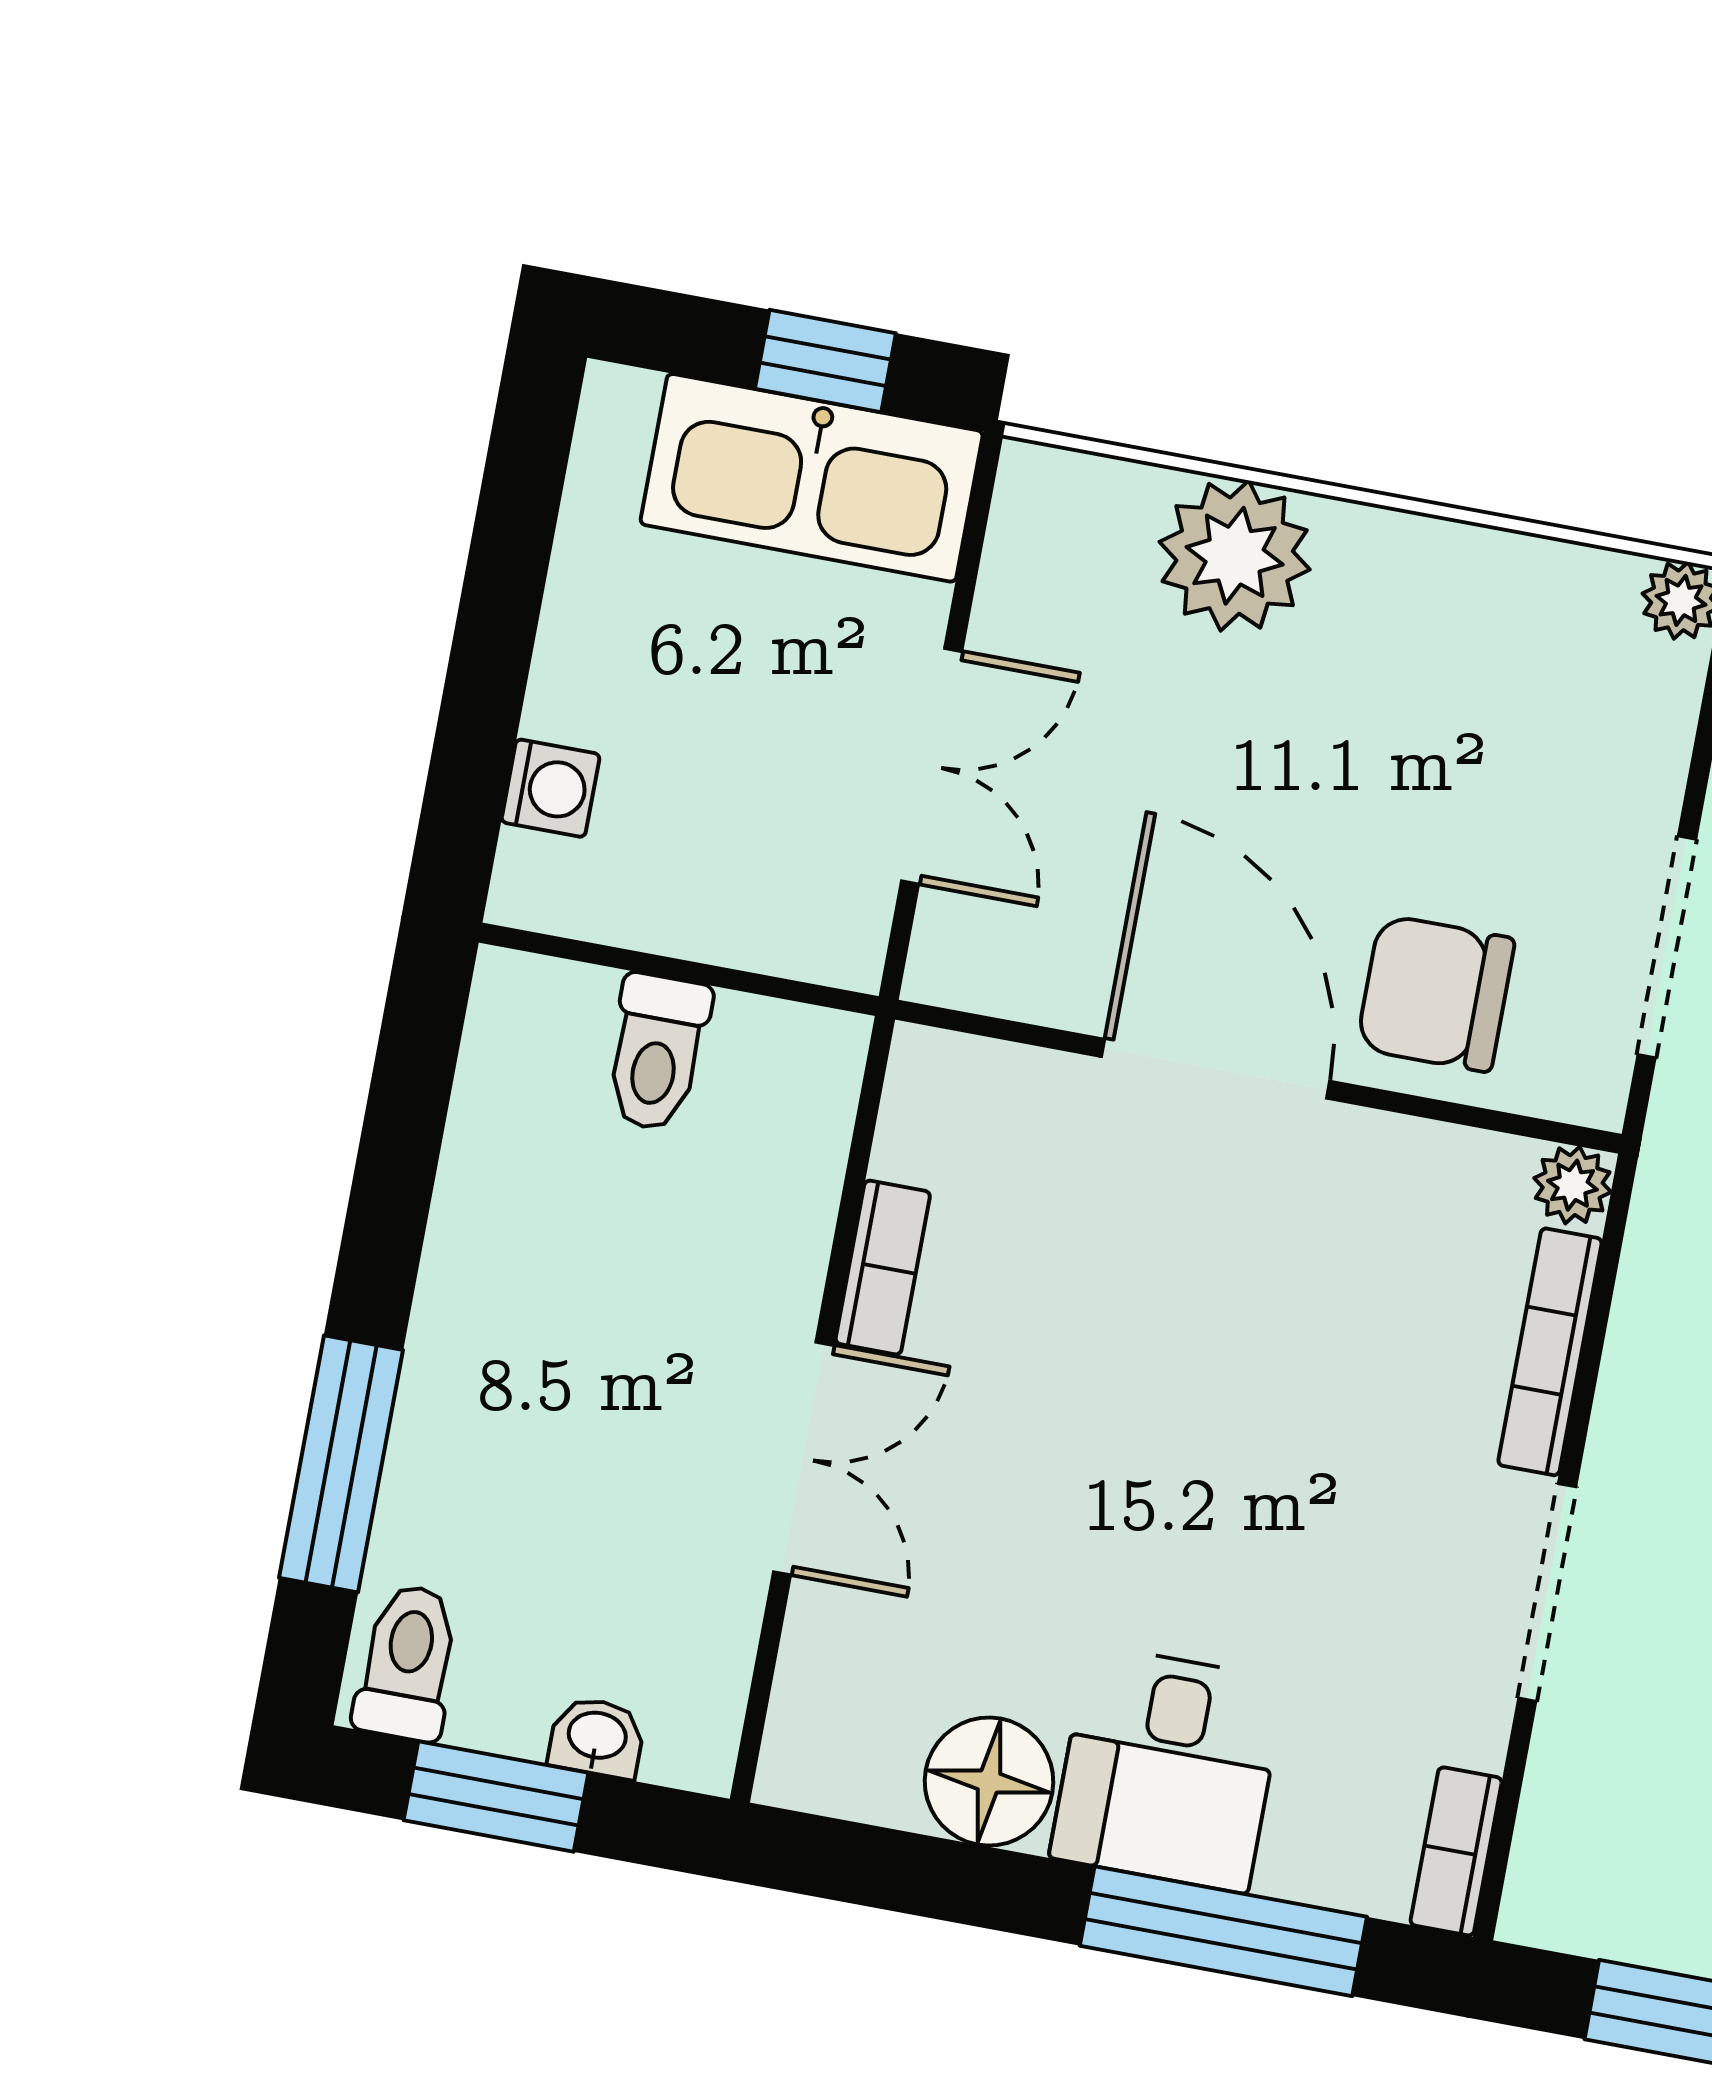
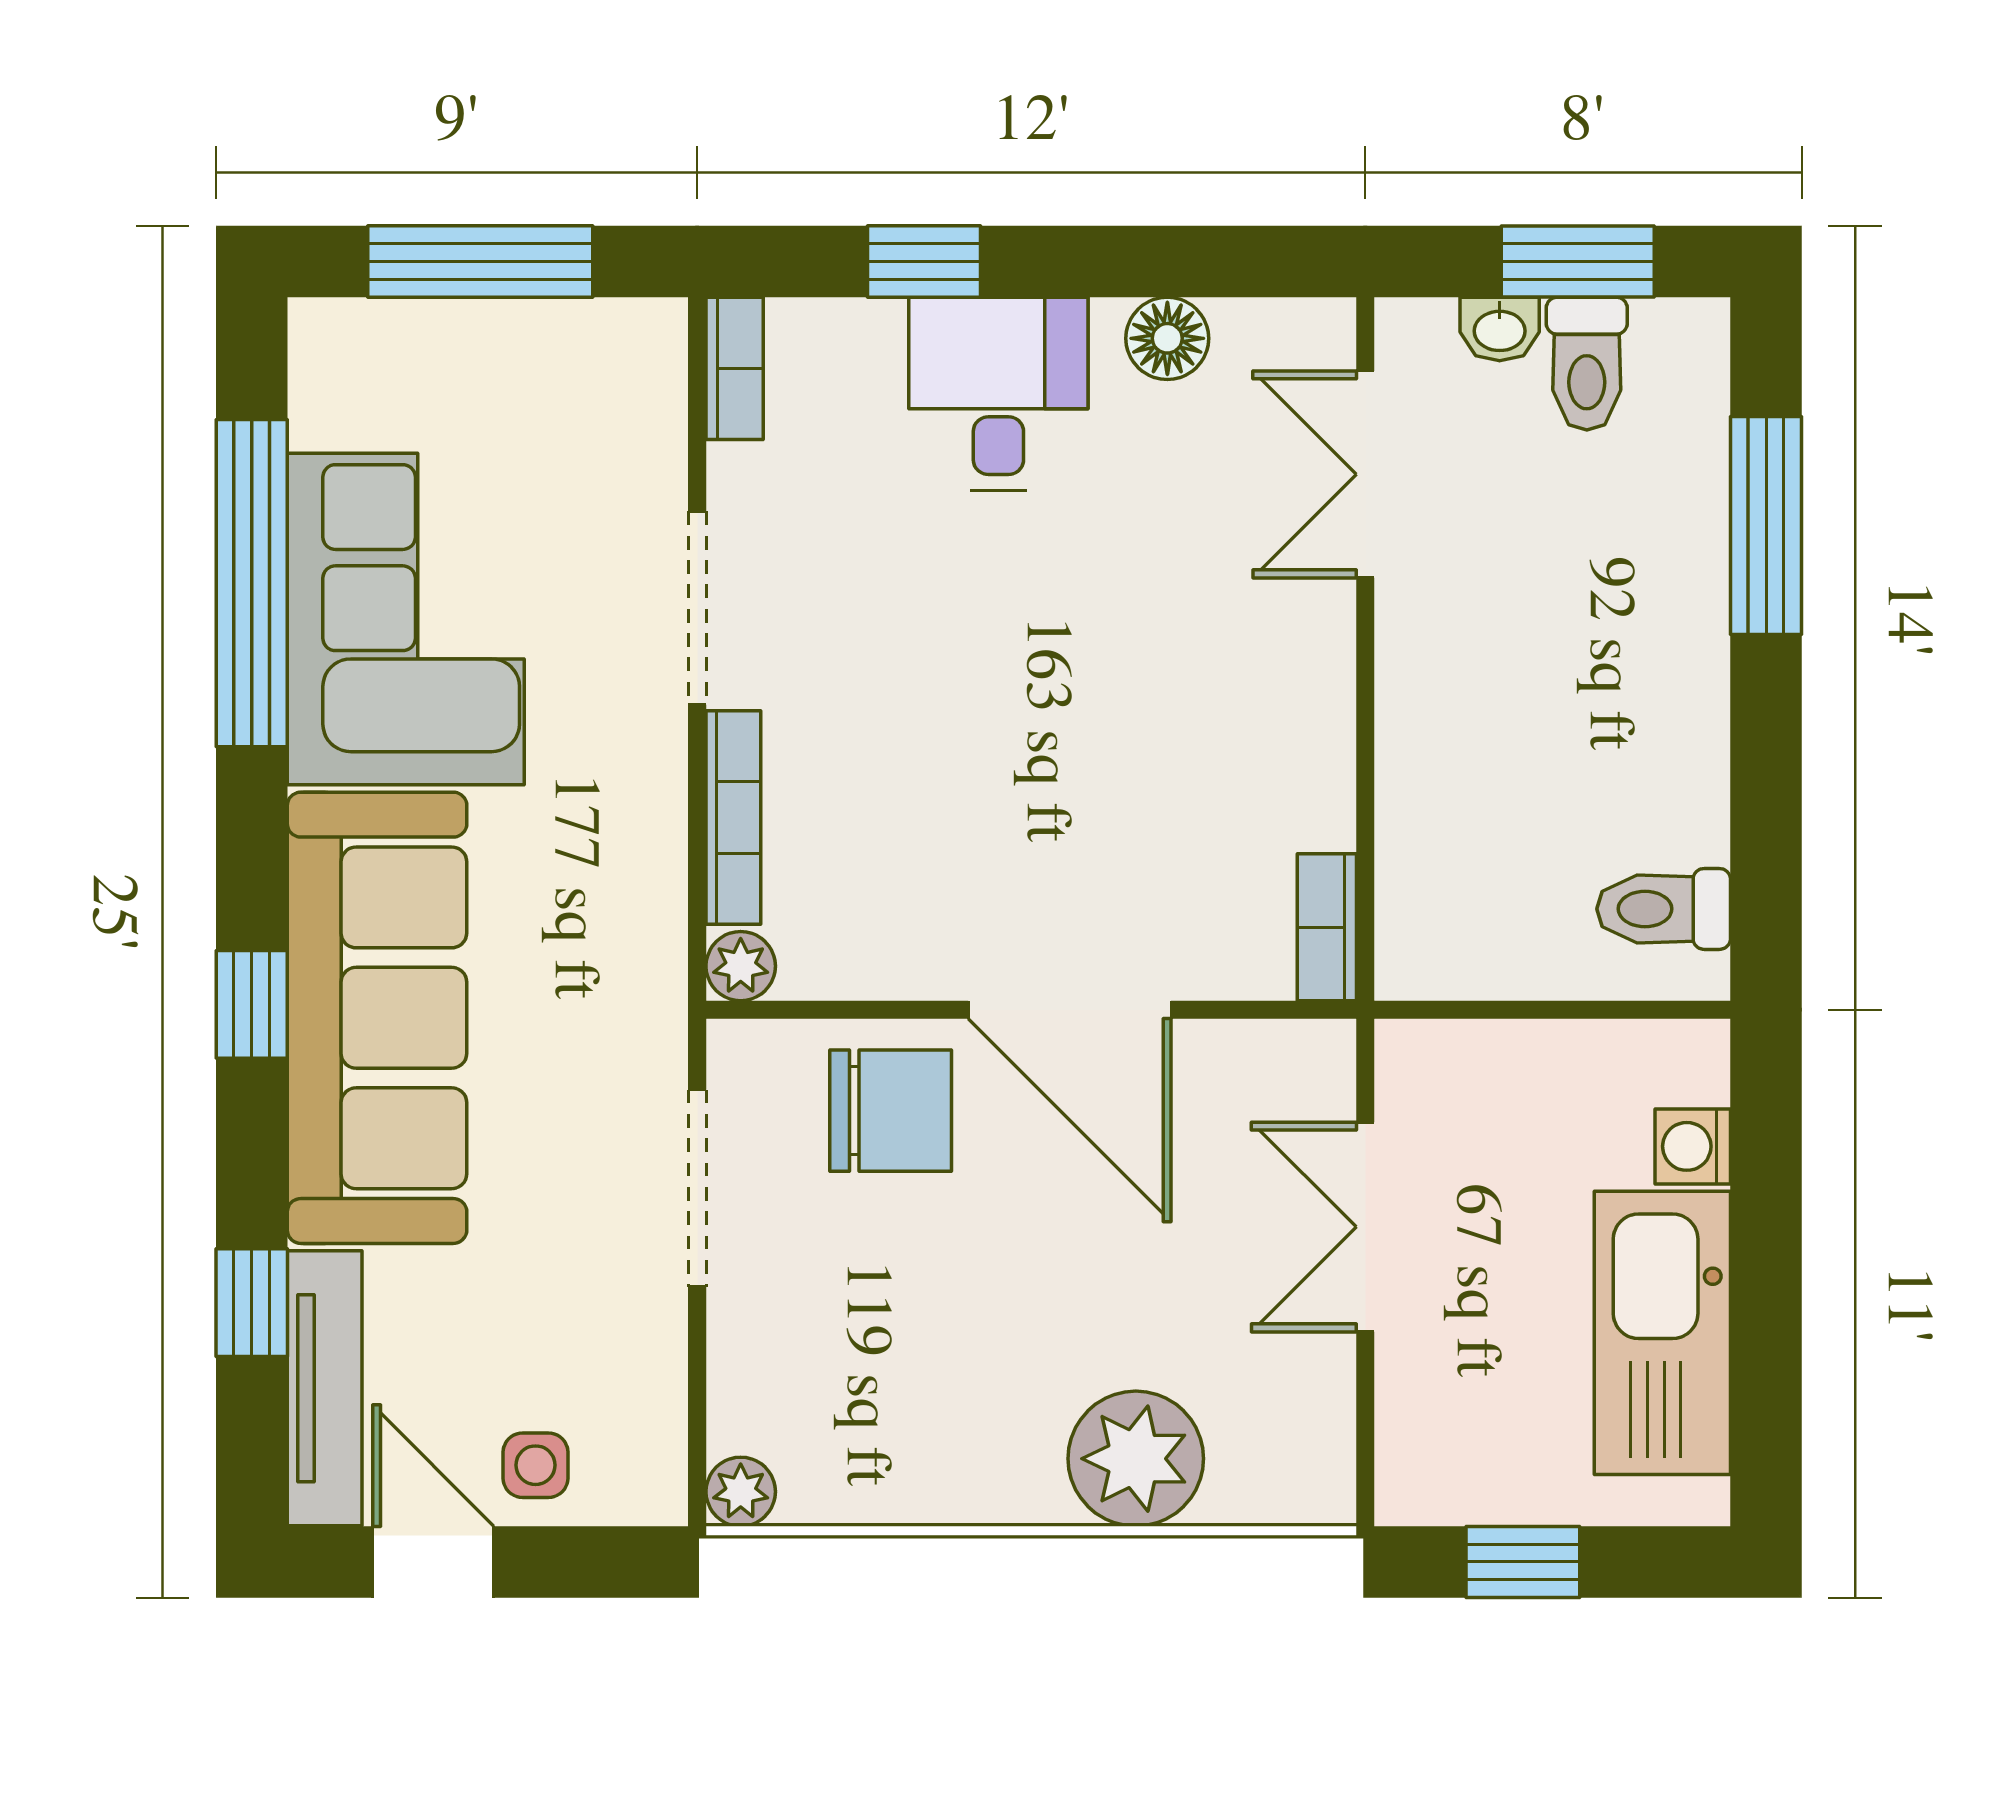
kitchen sink: (812, 478) -> (1662, 1333), moved, turned -90
toilet: (657, 1052) -> (1664, 909), moved, turned -90
bookcase: (883, 1268) -> (1327, 927), moved
double door: (803, 1458) -> (1365, 474), moved
toilet: (408, 1662) -> (1587, 364), moved
floor lamp: (989, 1781) -> (1167, 338), width x0.73, depth x0.73
window: (1223, 1931) -> (924, 261), width x0.46

